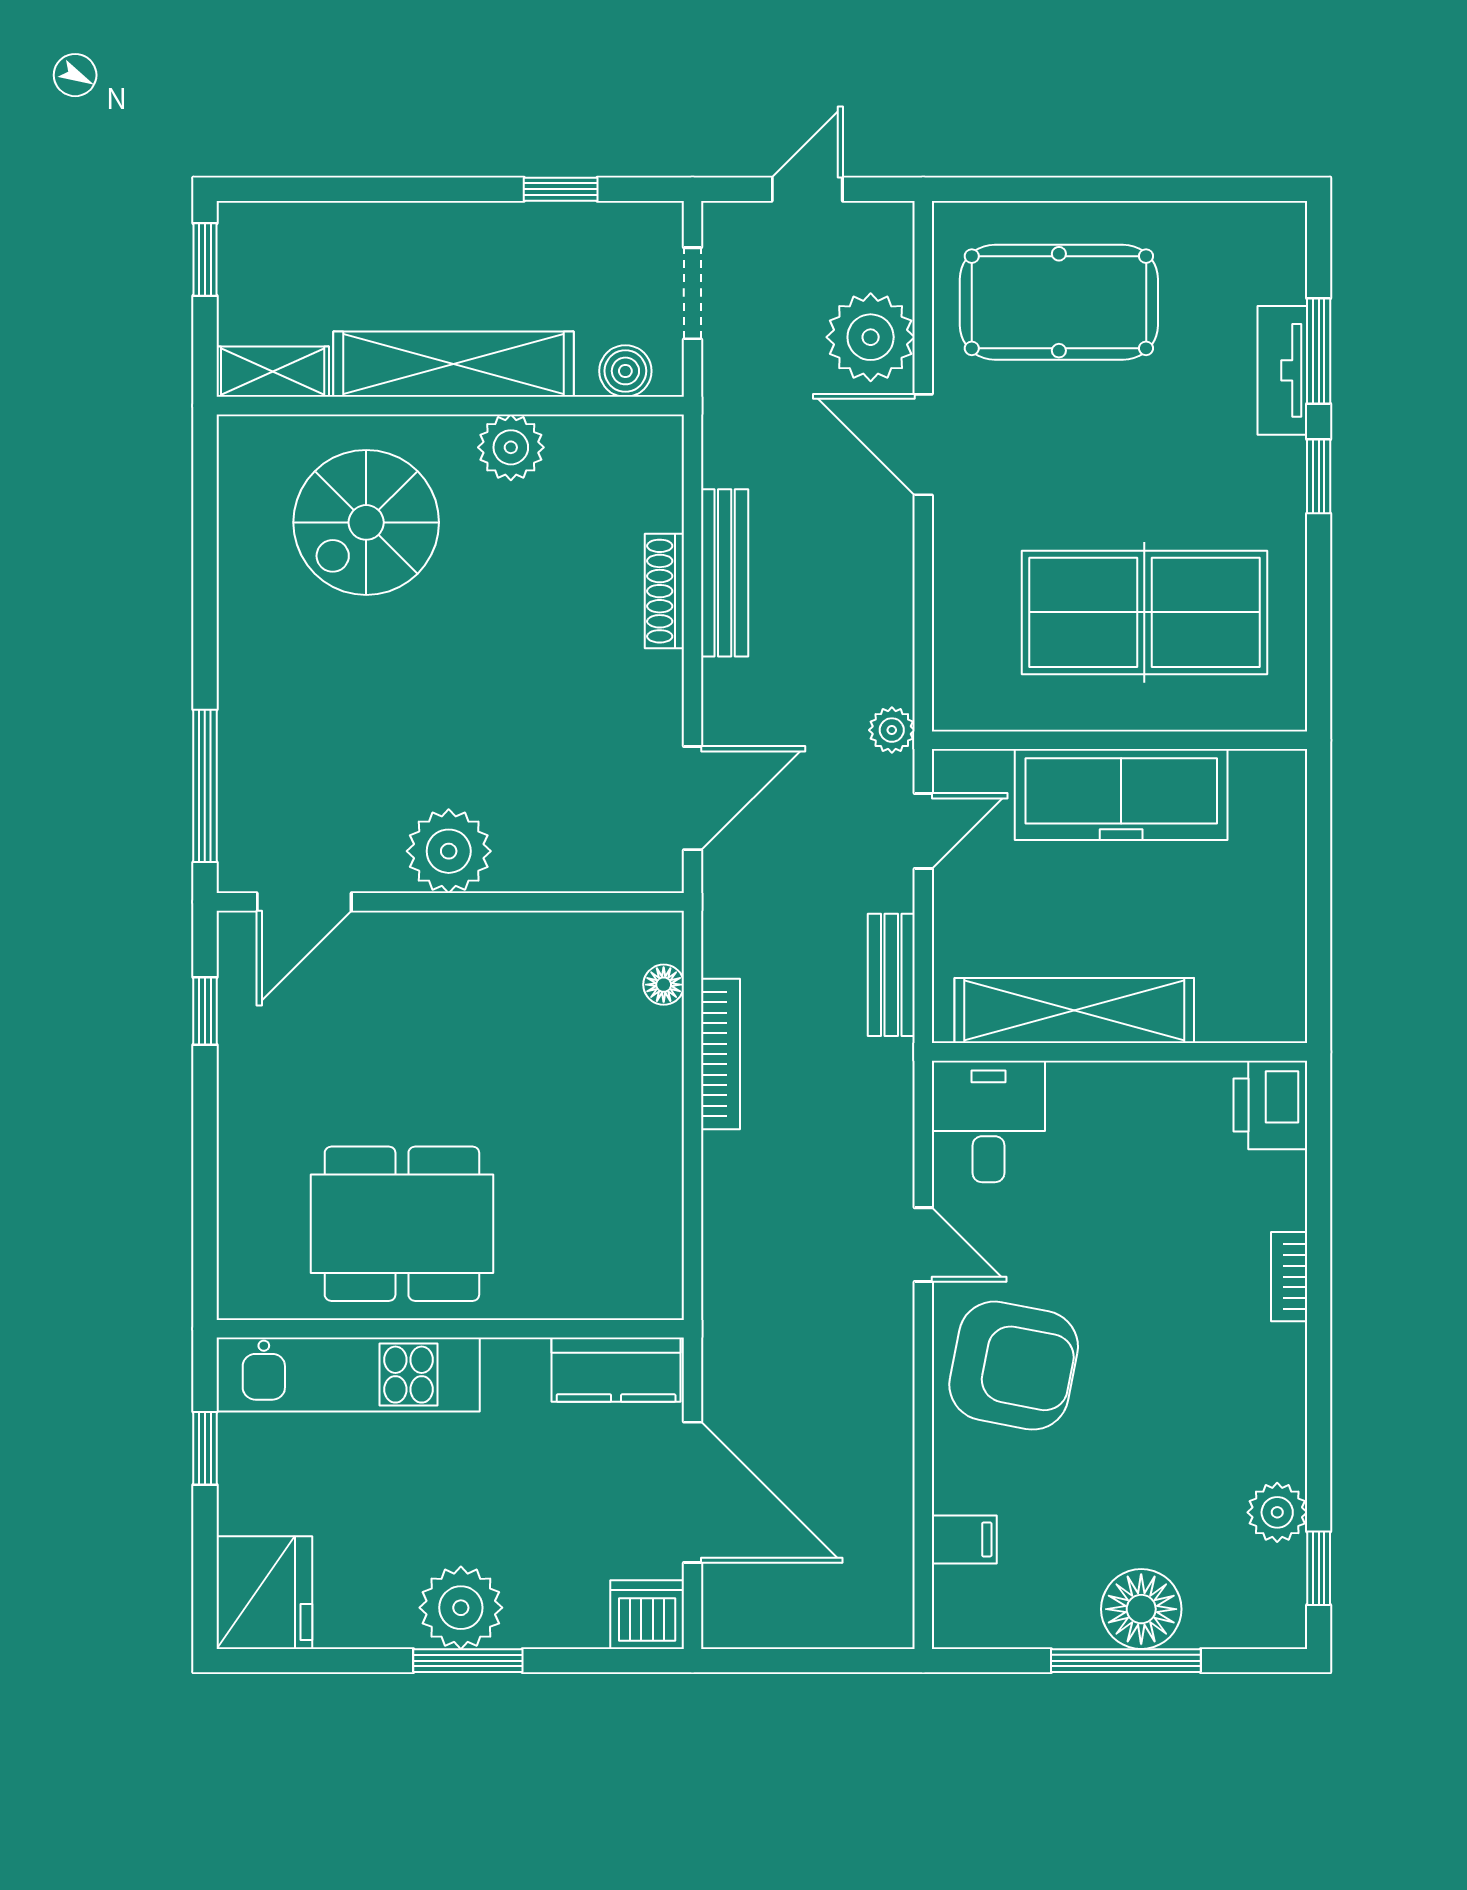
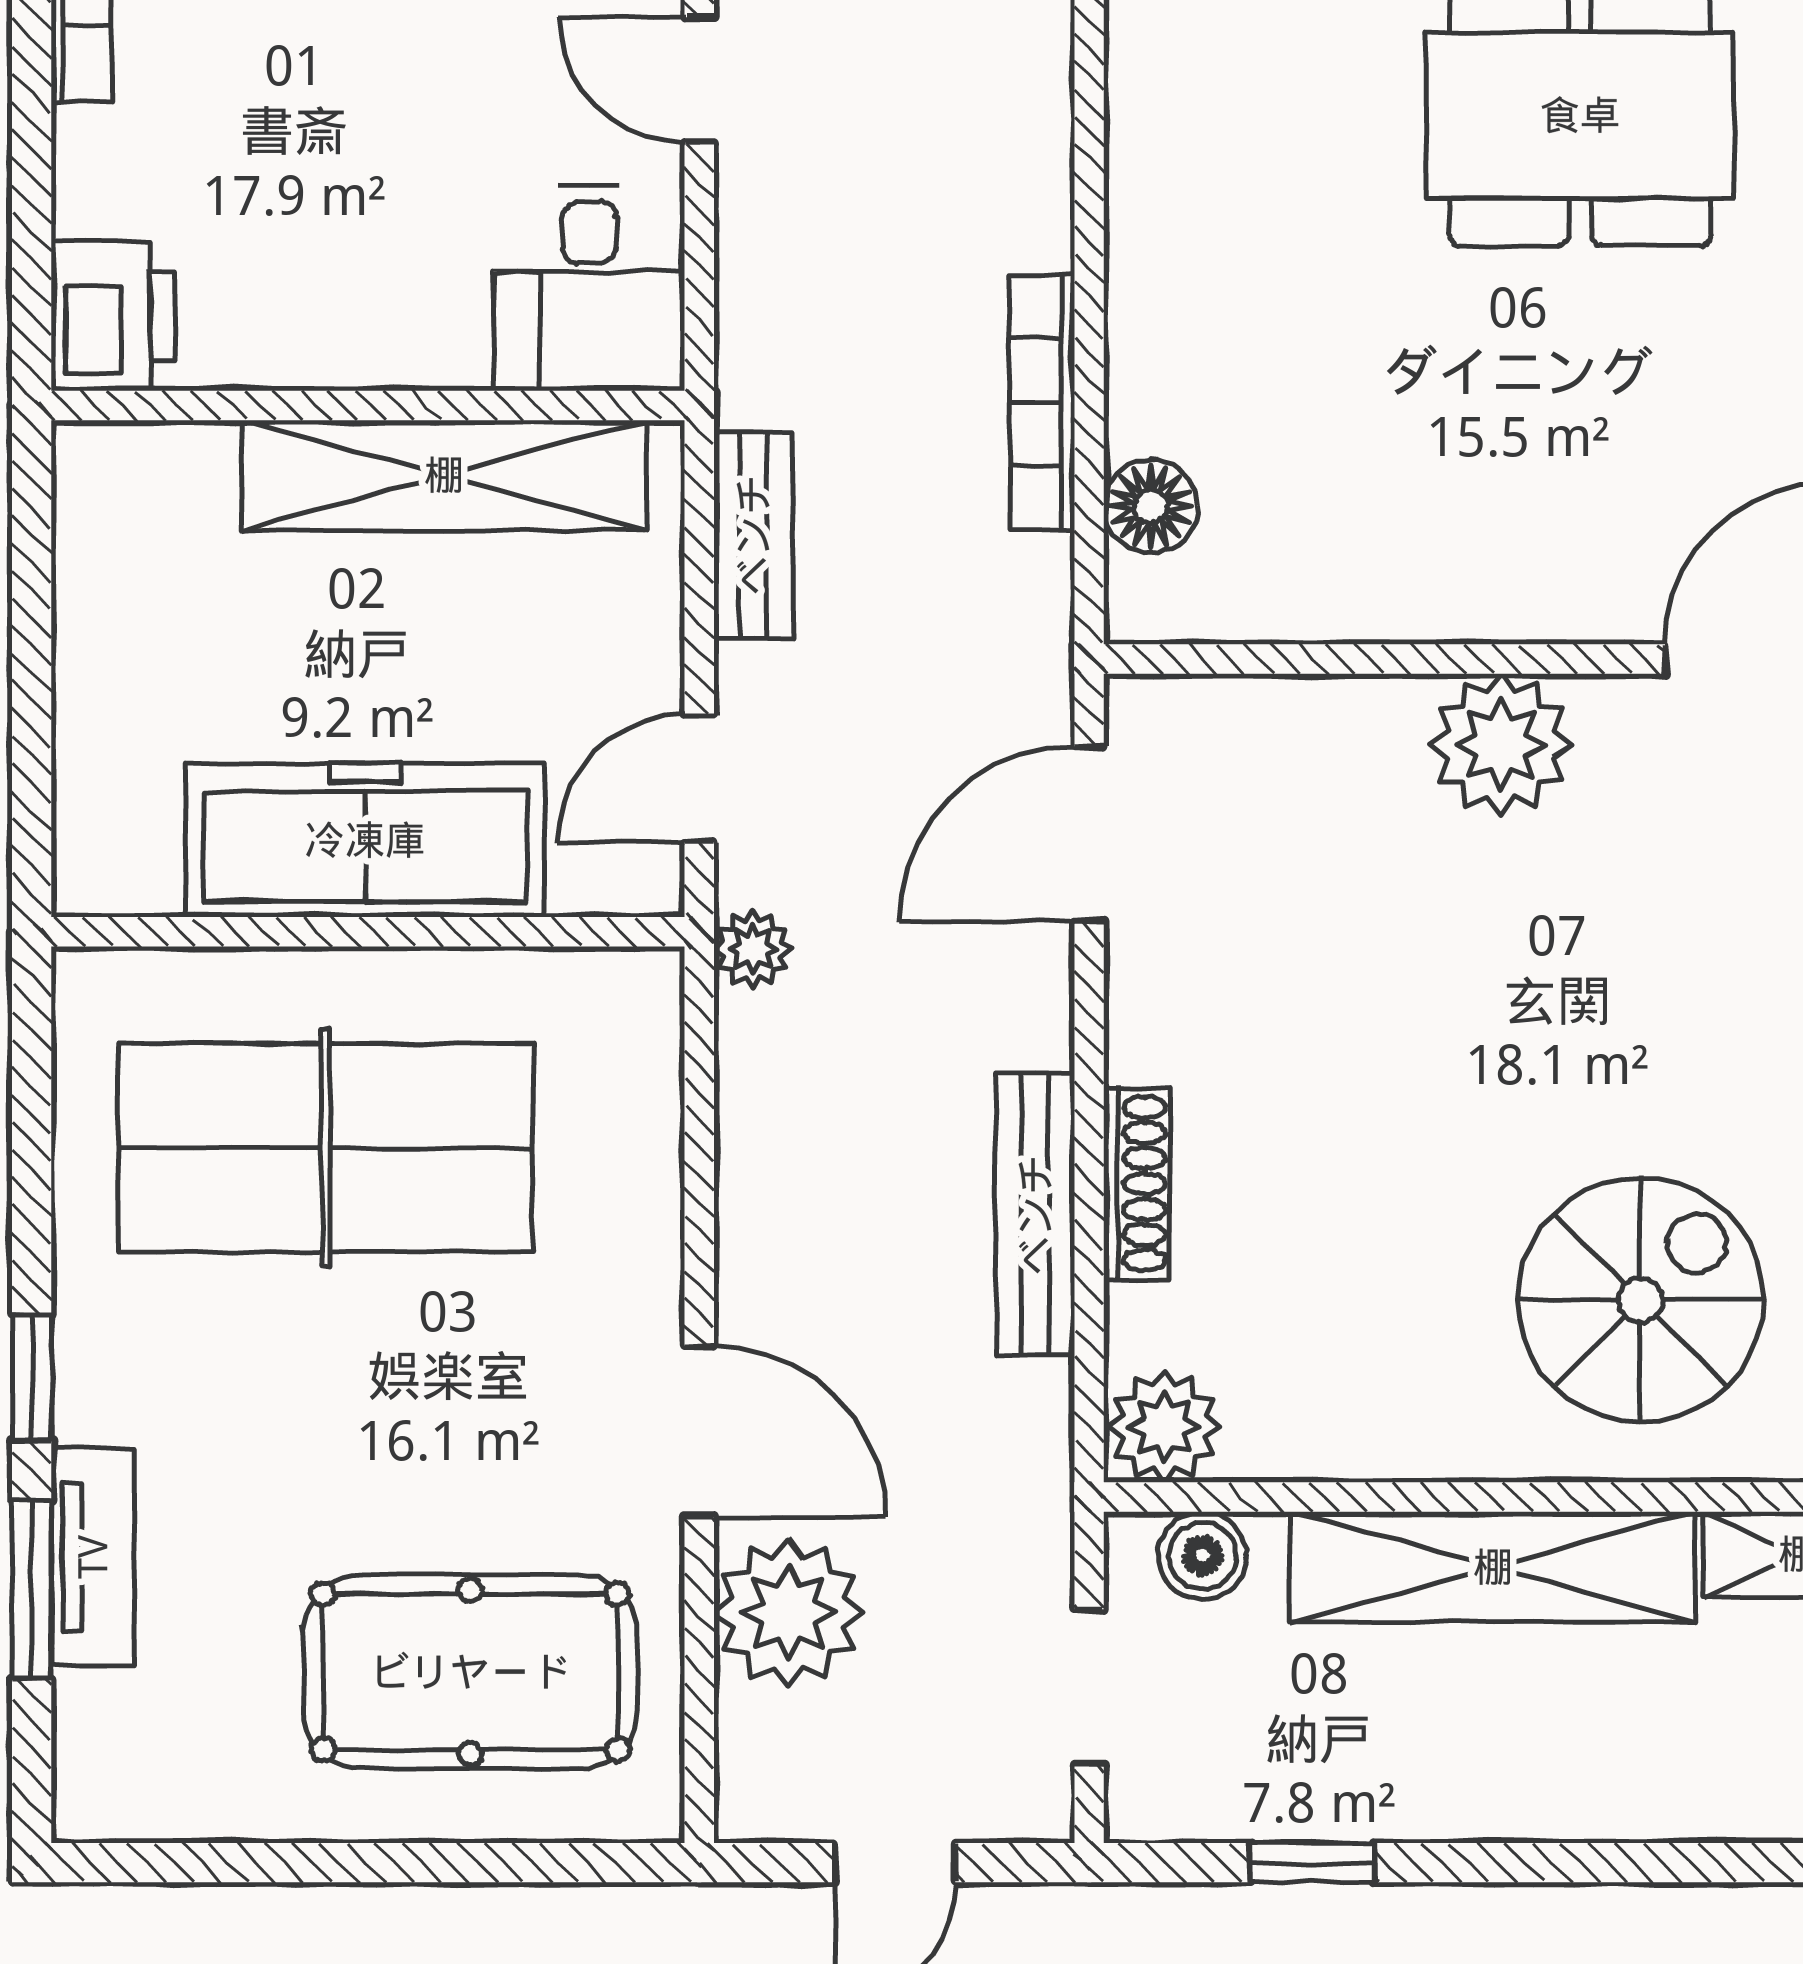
plant: (511, 447) -> (1164, 1427), moved
floor lamp: (664, 985) -> (1151, 506), width x1.37, depth x1.37

